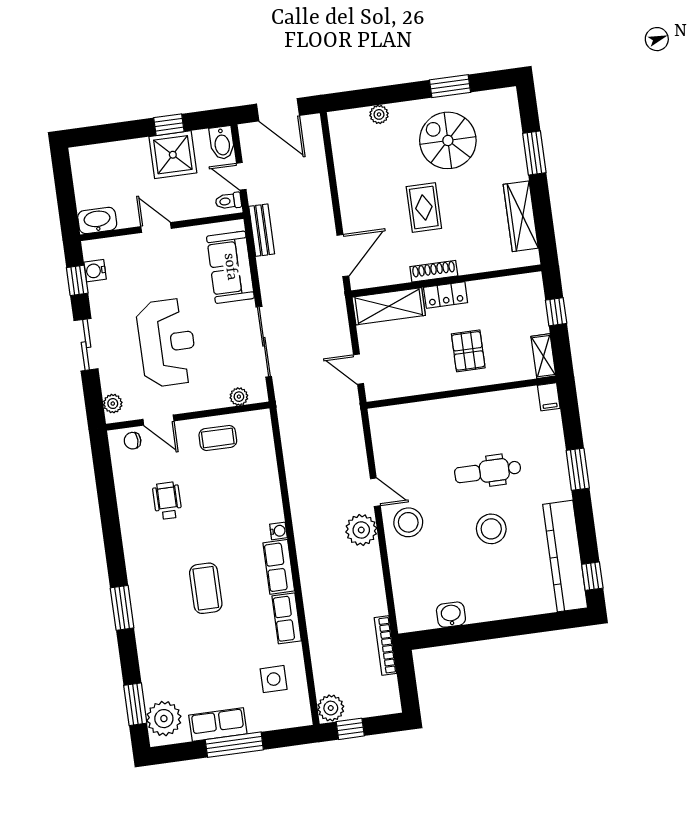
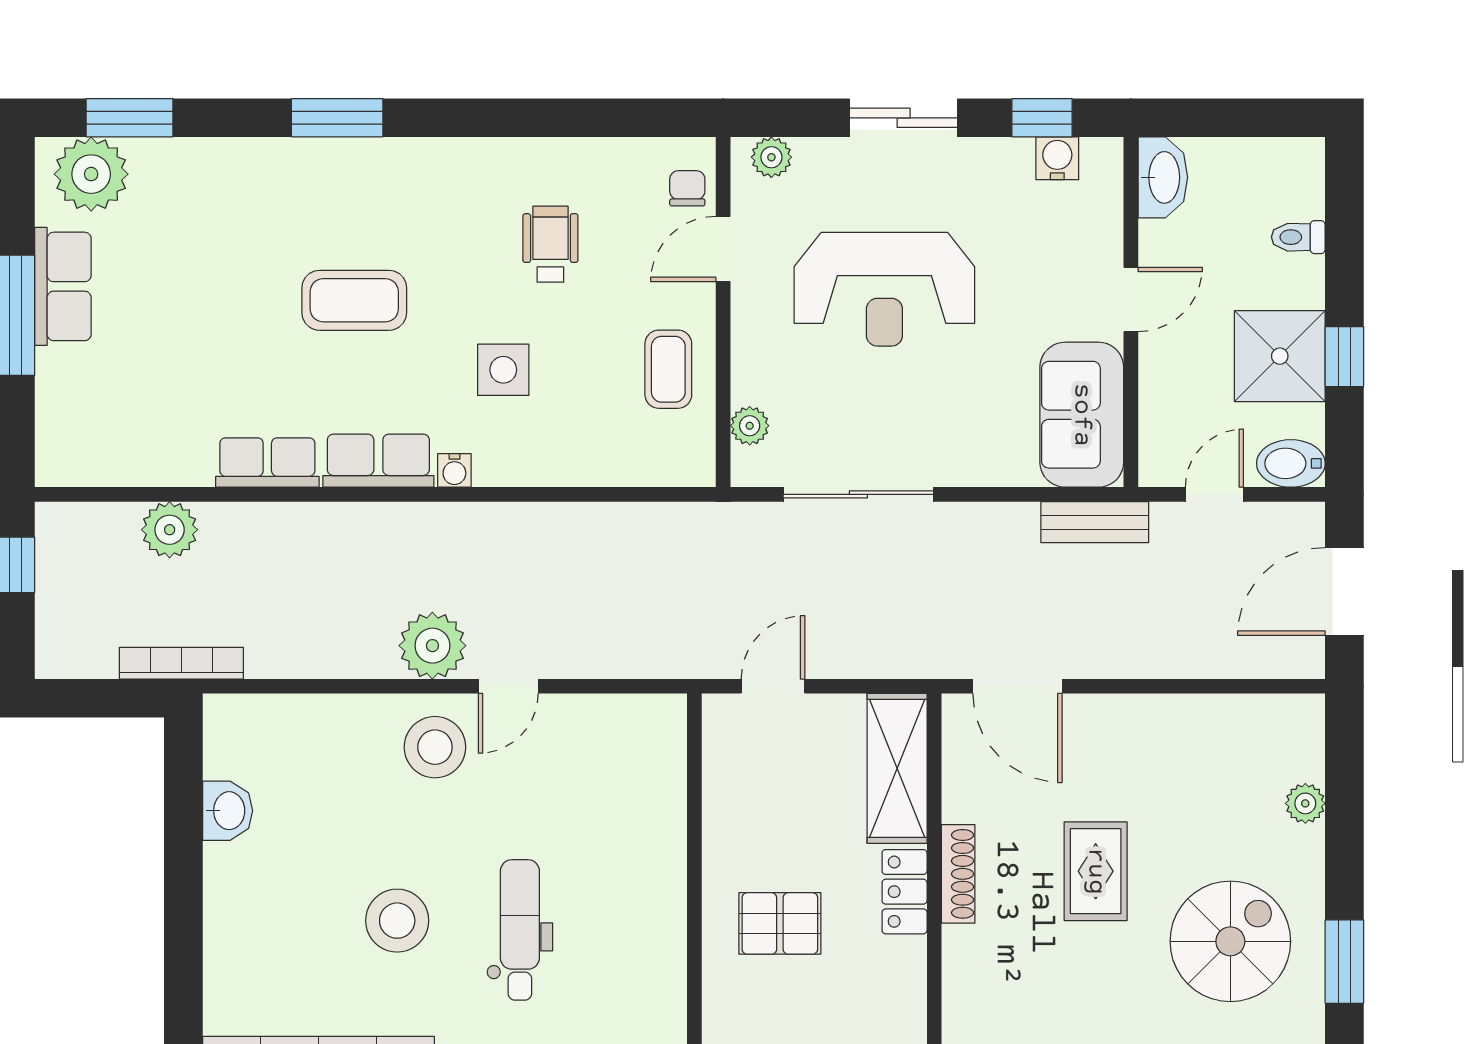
toilet: (228, 201) -> (1298, 237), moved, turned -90
rug: (424, 208) -> (1096, 871), turned 90
sofa: (230, 267) -> (1082, 415), moved, turned -90
wheelchair: (167, 501) -> (550, 244), turned -90
side table: (274, 679) -> (503, 370), moved
plant: (331, 708) -> (170, 530), moved

